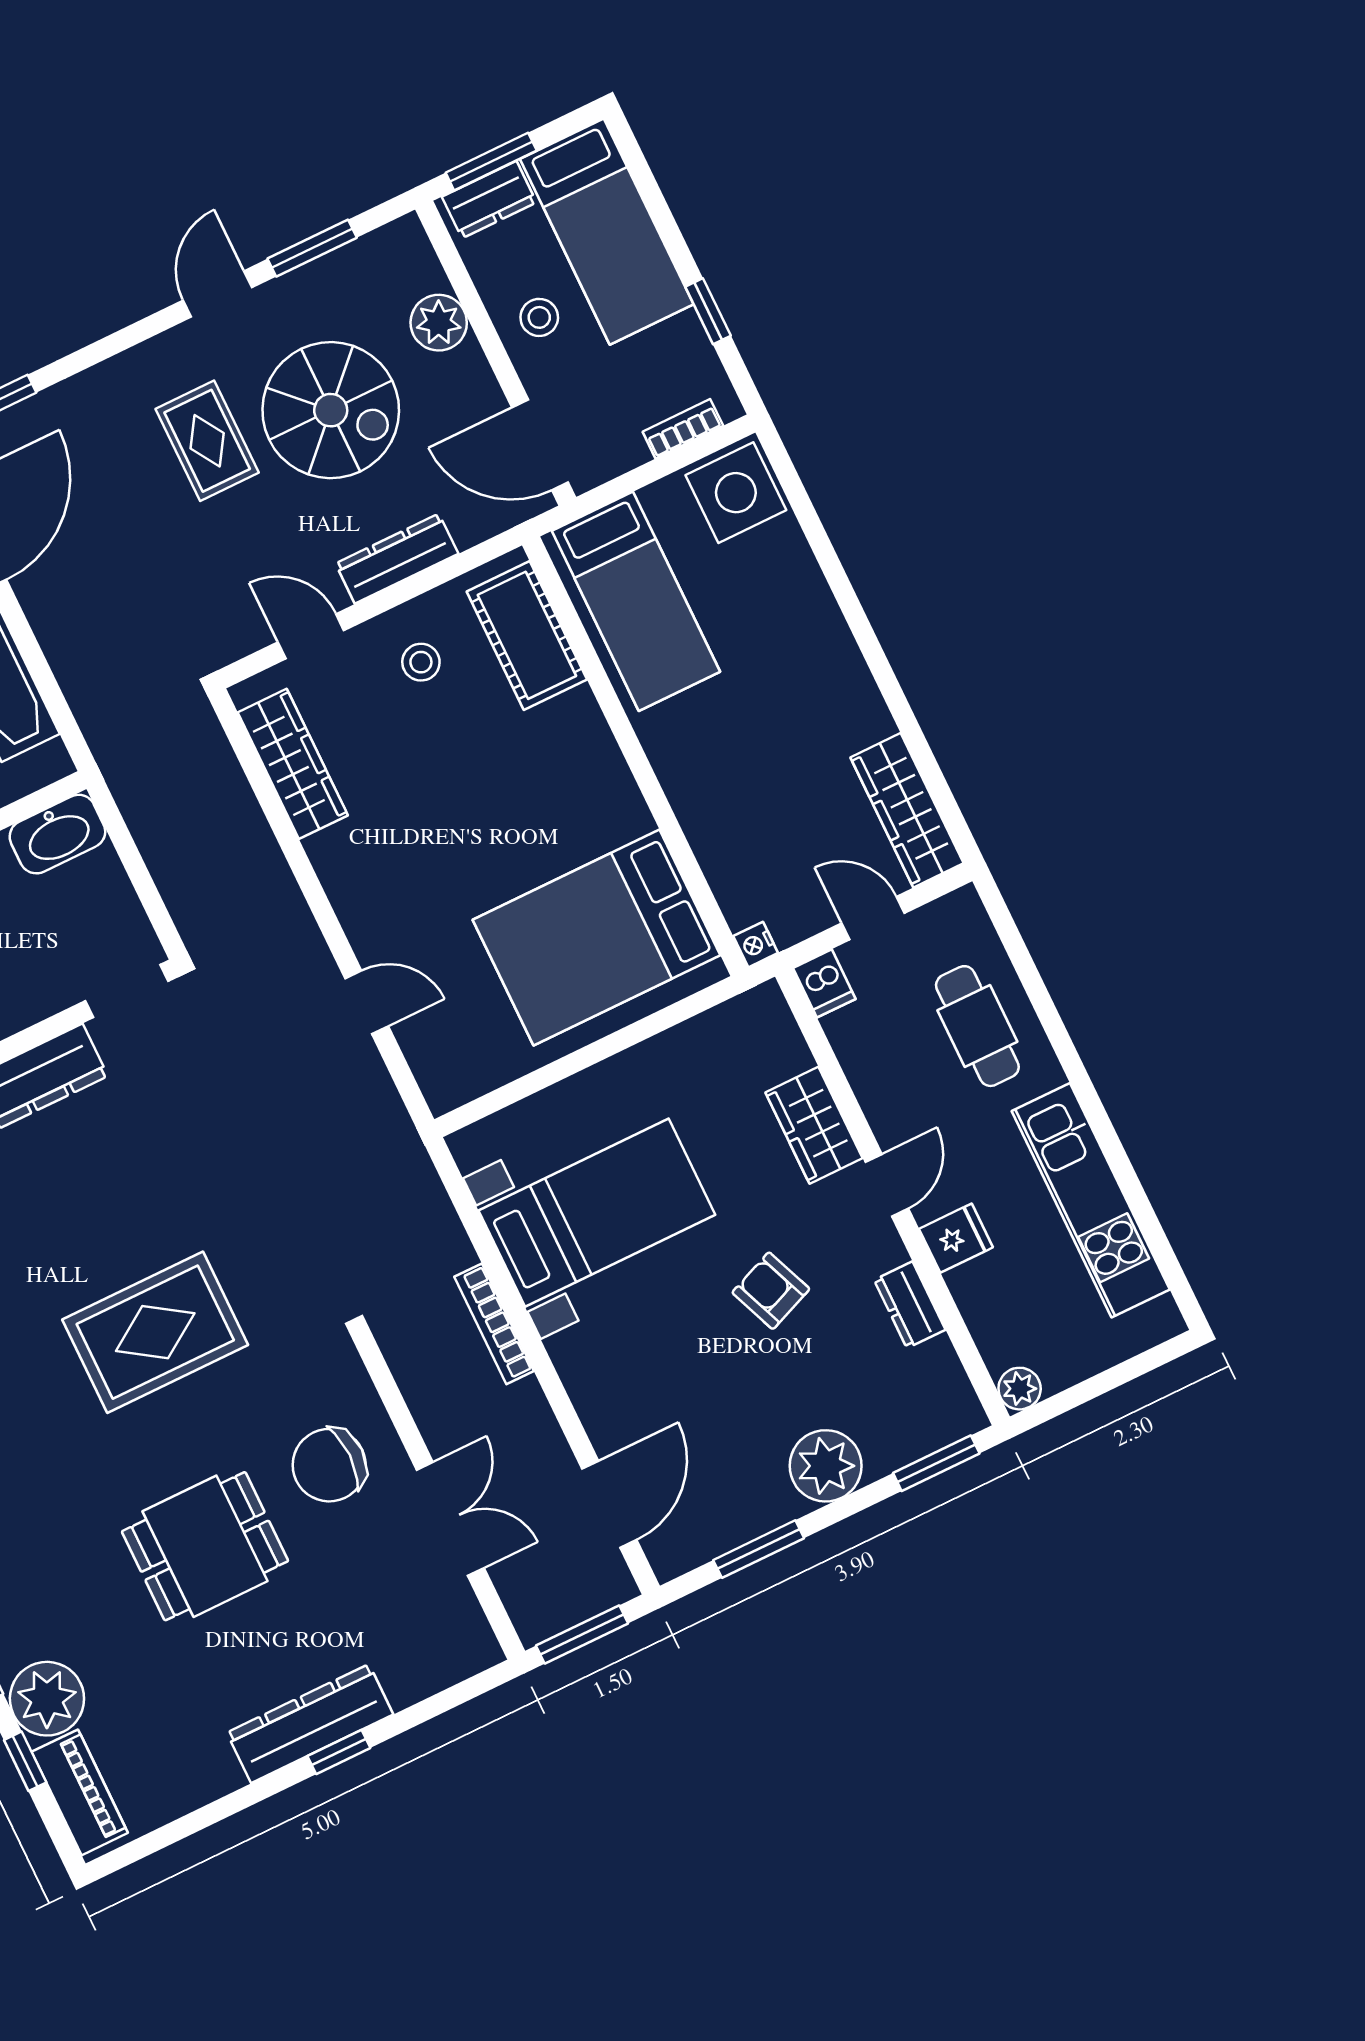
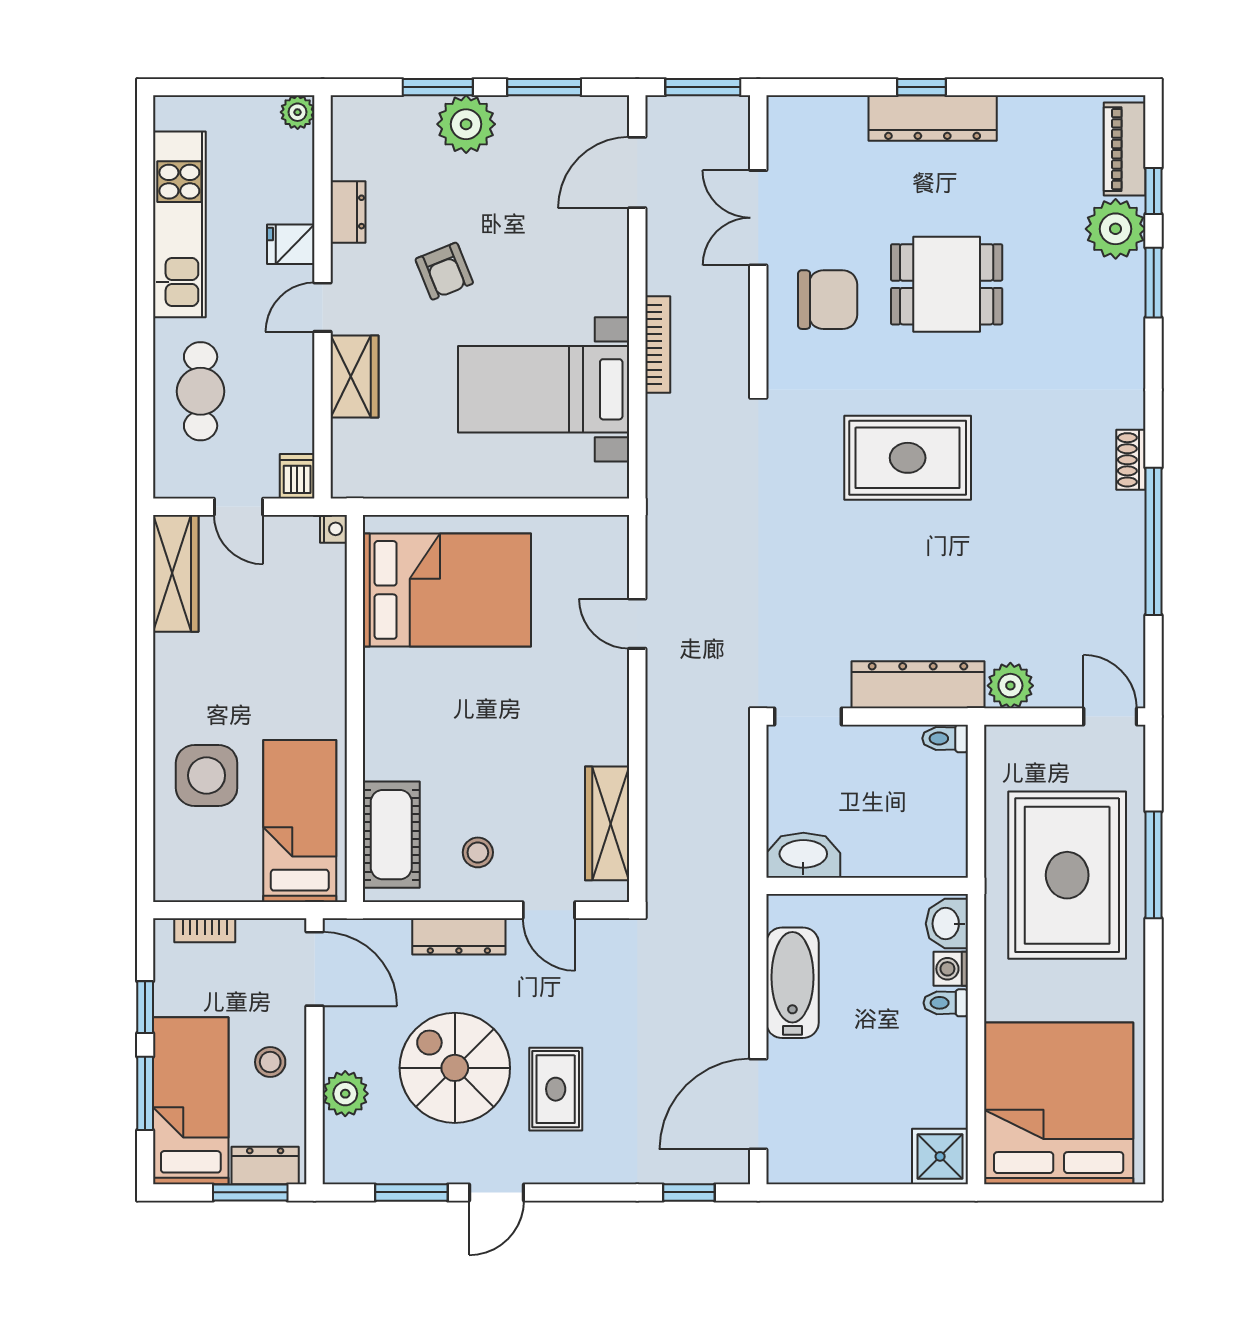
window: (662, 215) -> (145, 1093), added
side table: (736, 493) -> (207, 775), moved
window: (936, 1463) -> (438, 87), moved

